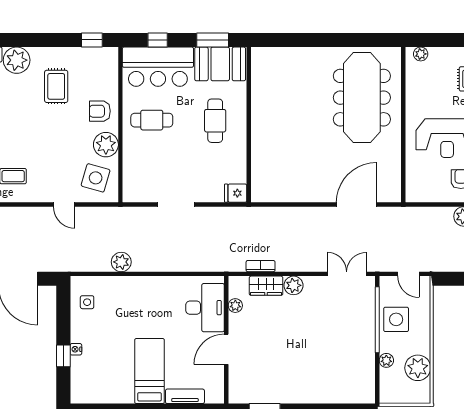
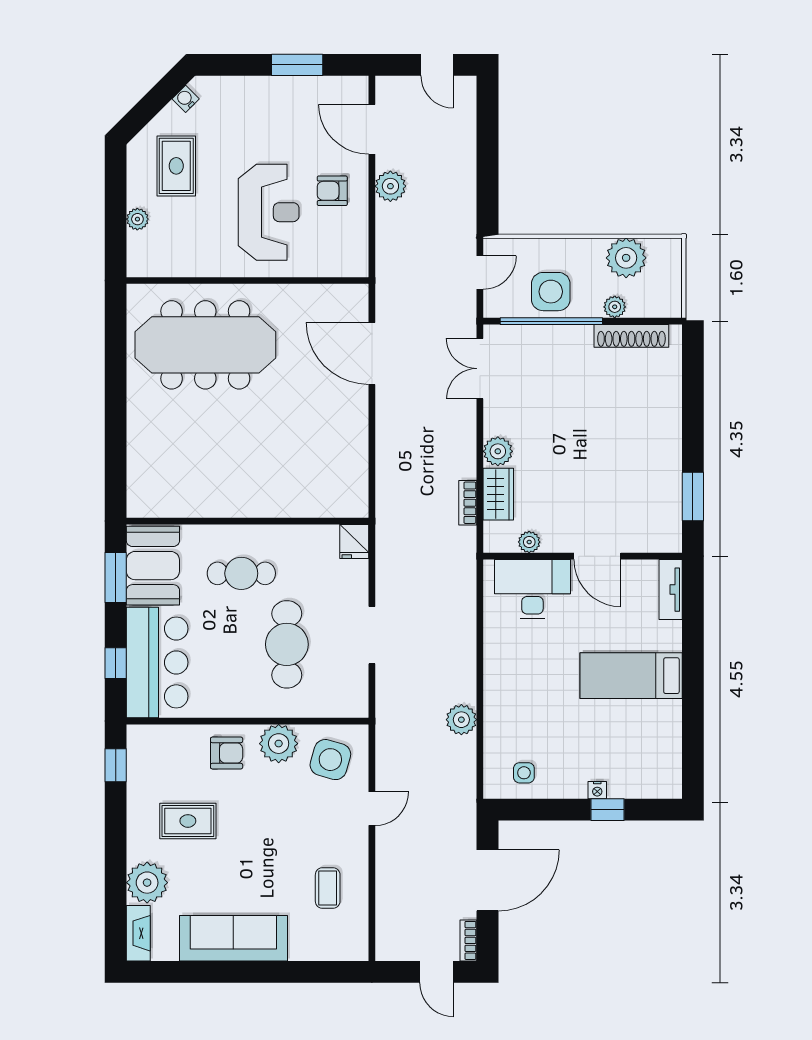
plant: (421, 54) -> (137, 219), moved
armchair: (100, 111) -> (227, 753), turned -90
cafe table: (152, 120) -> (287, 644), moved, width x1.37, depth x1.35
shoe rack: (368, 371) -> (631, 336), added
tv unit: (185, 396) -> (671, 590), moved

